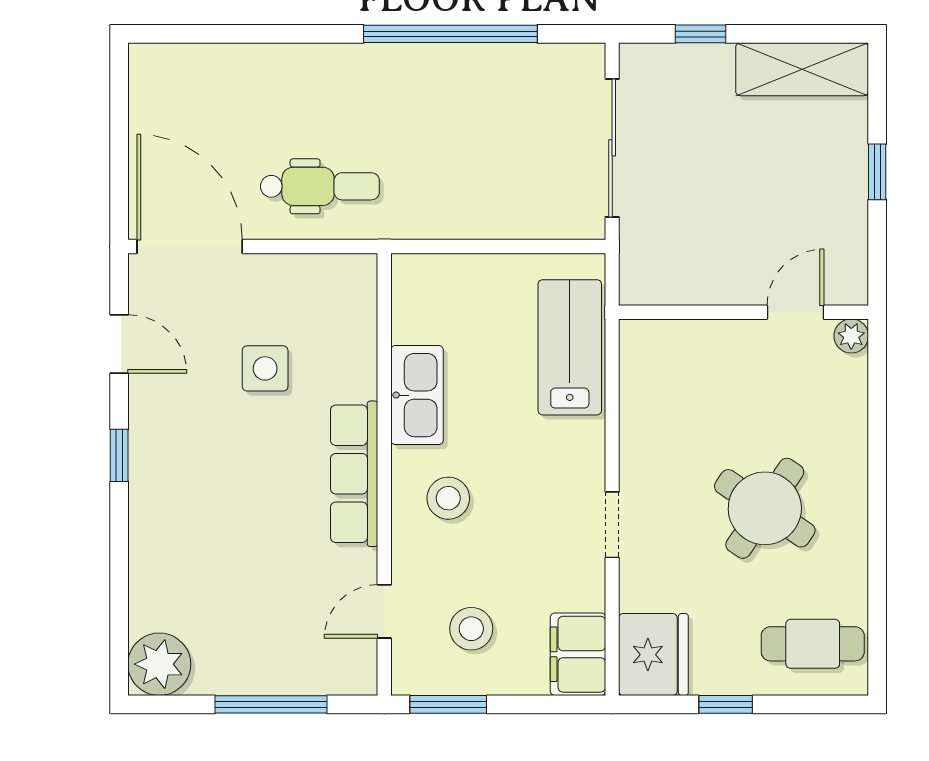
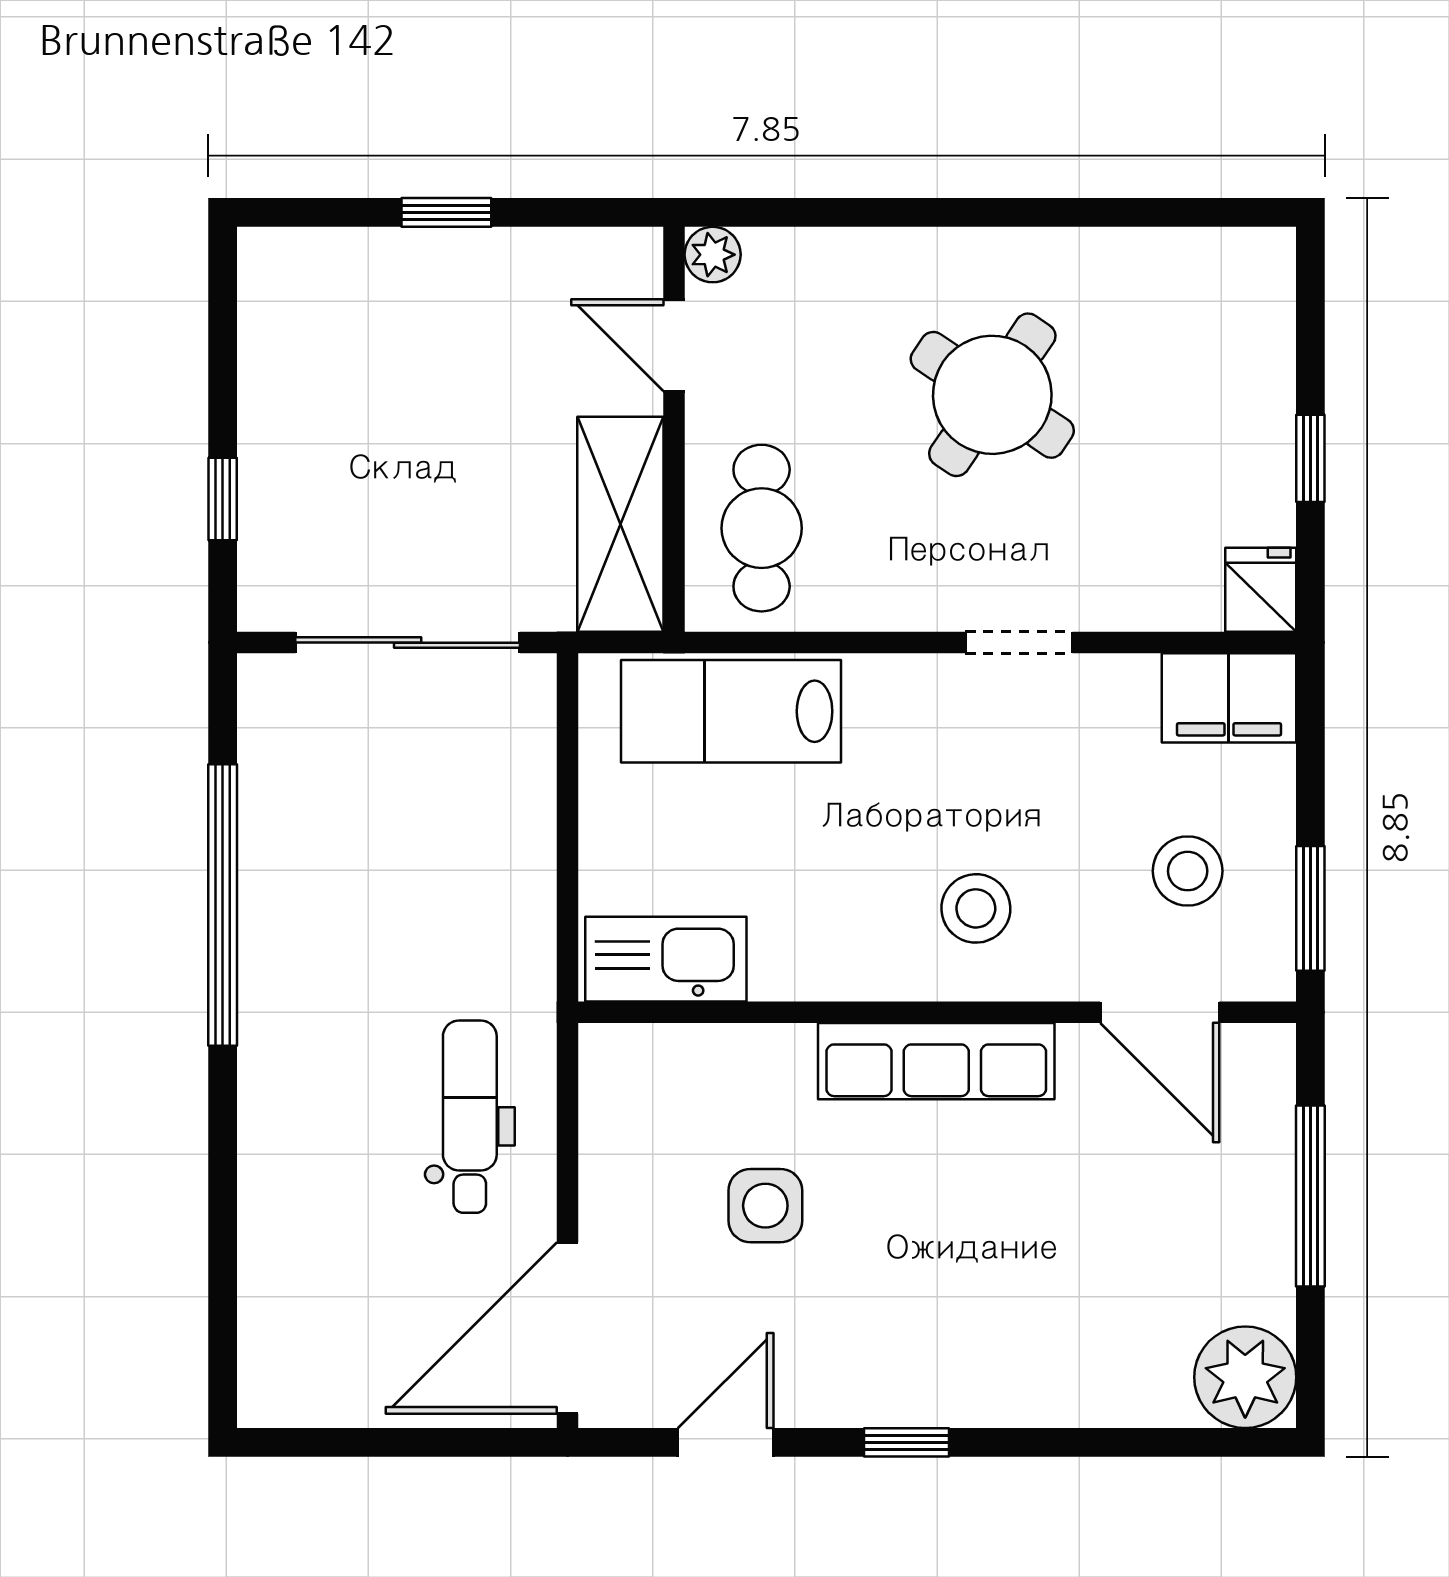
shelving: (802, 69) -> (620, 524), moved
kitchen sink: (417, 395) -> (666, 959), moved
door: (384, 611) -> (1160, 1012), width x1.38
cafe table: (813, 644) -> (762, 528), moved
fridge: (653, 655) -> (1261, 590), width x0.53, depth x0.75

